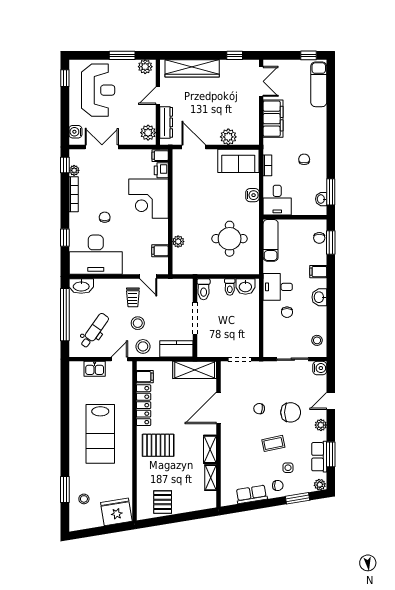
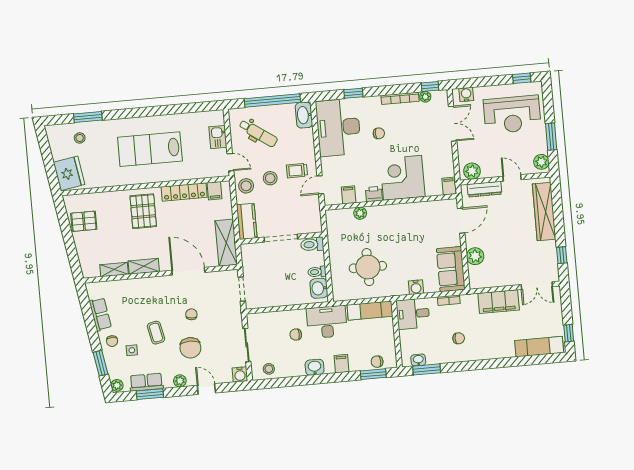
printer: (161, 170) -> (374, 194), moved
desk: (278, 287) -> (327, 322), width x1.37

